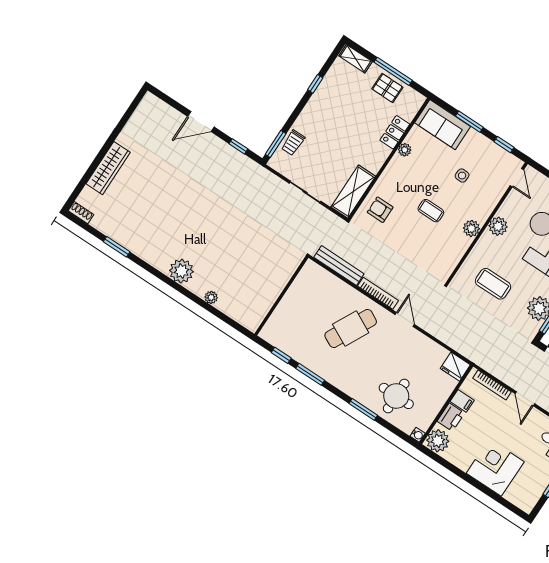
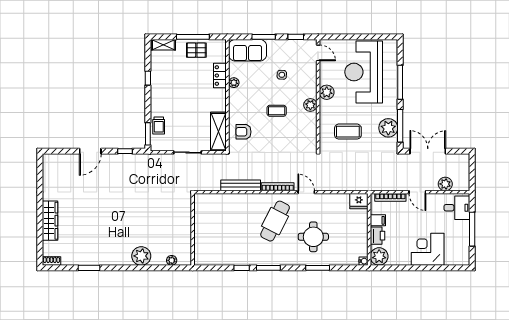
wall: (281, 296) -> (193, 229), moved
round table: (396, 396) -> (313, 237), moved

